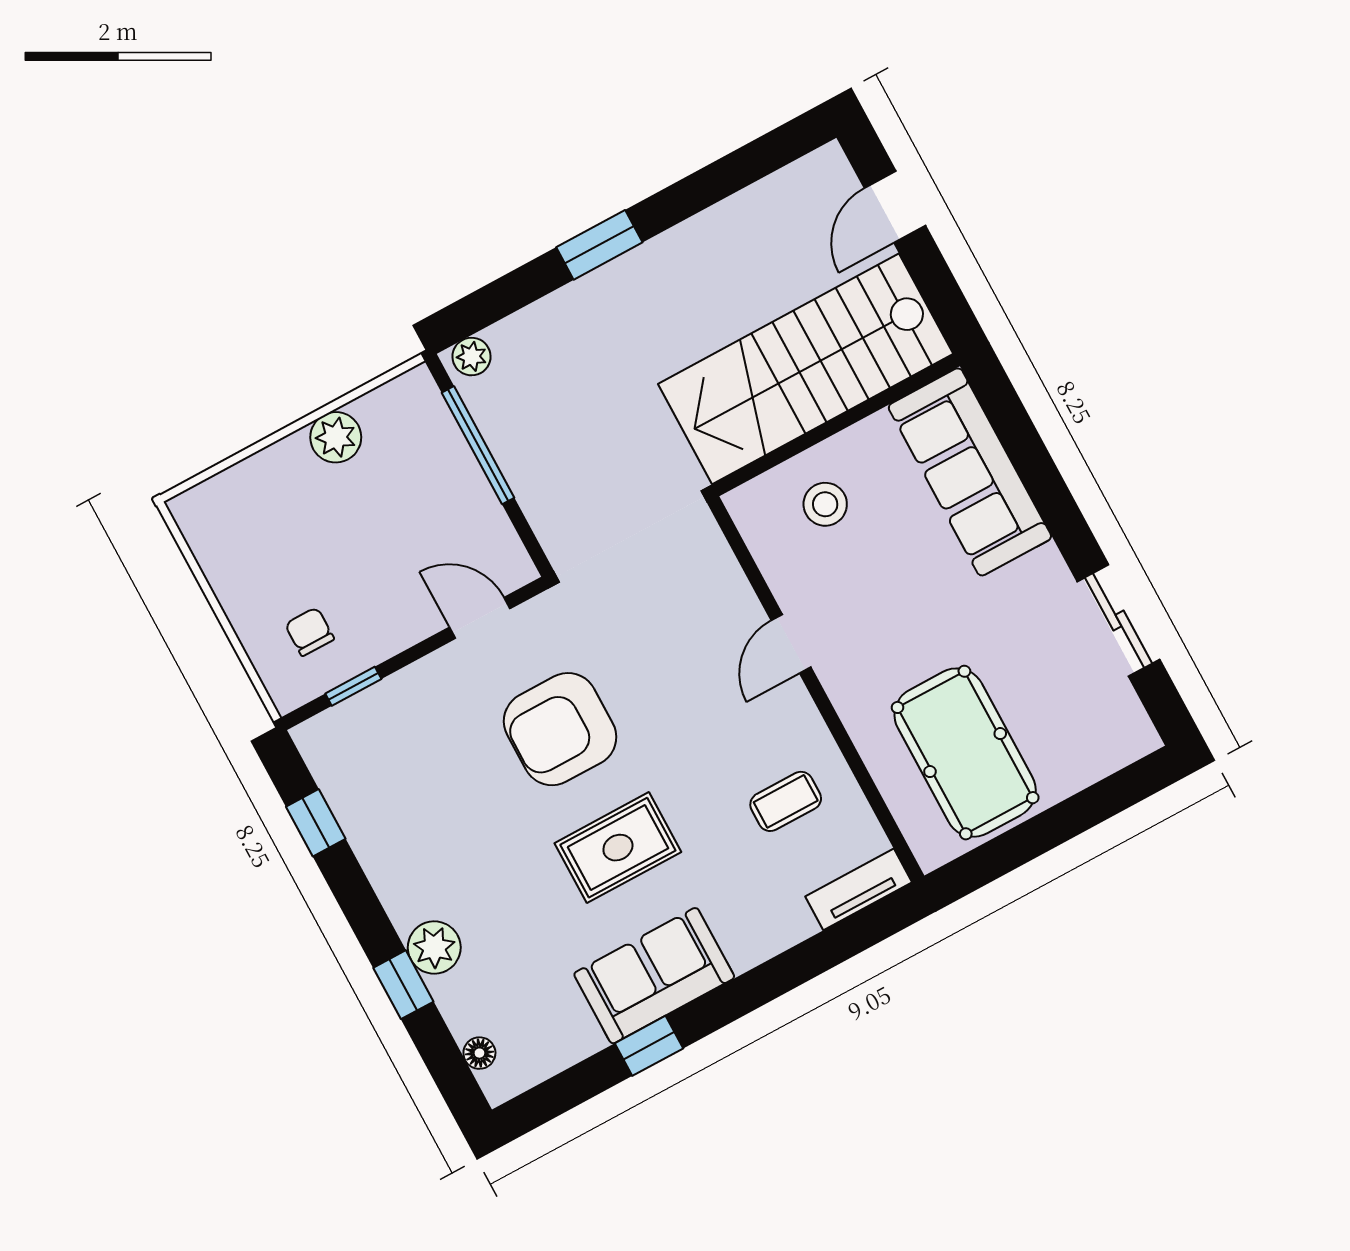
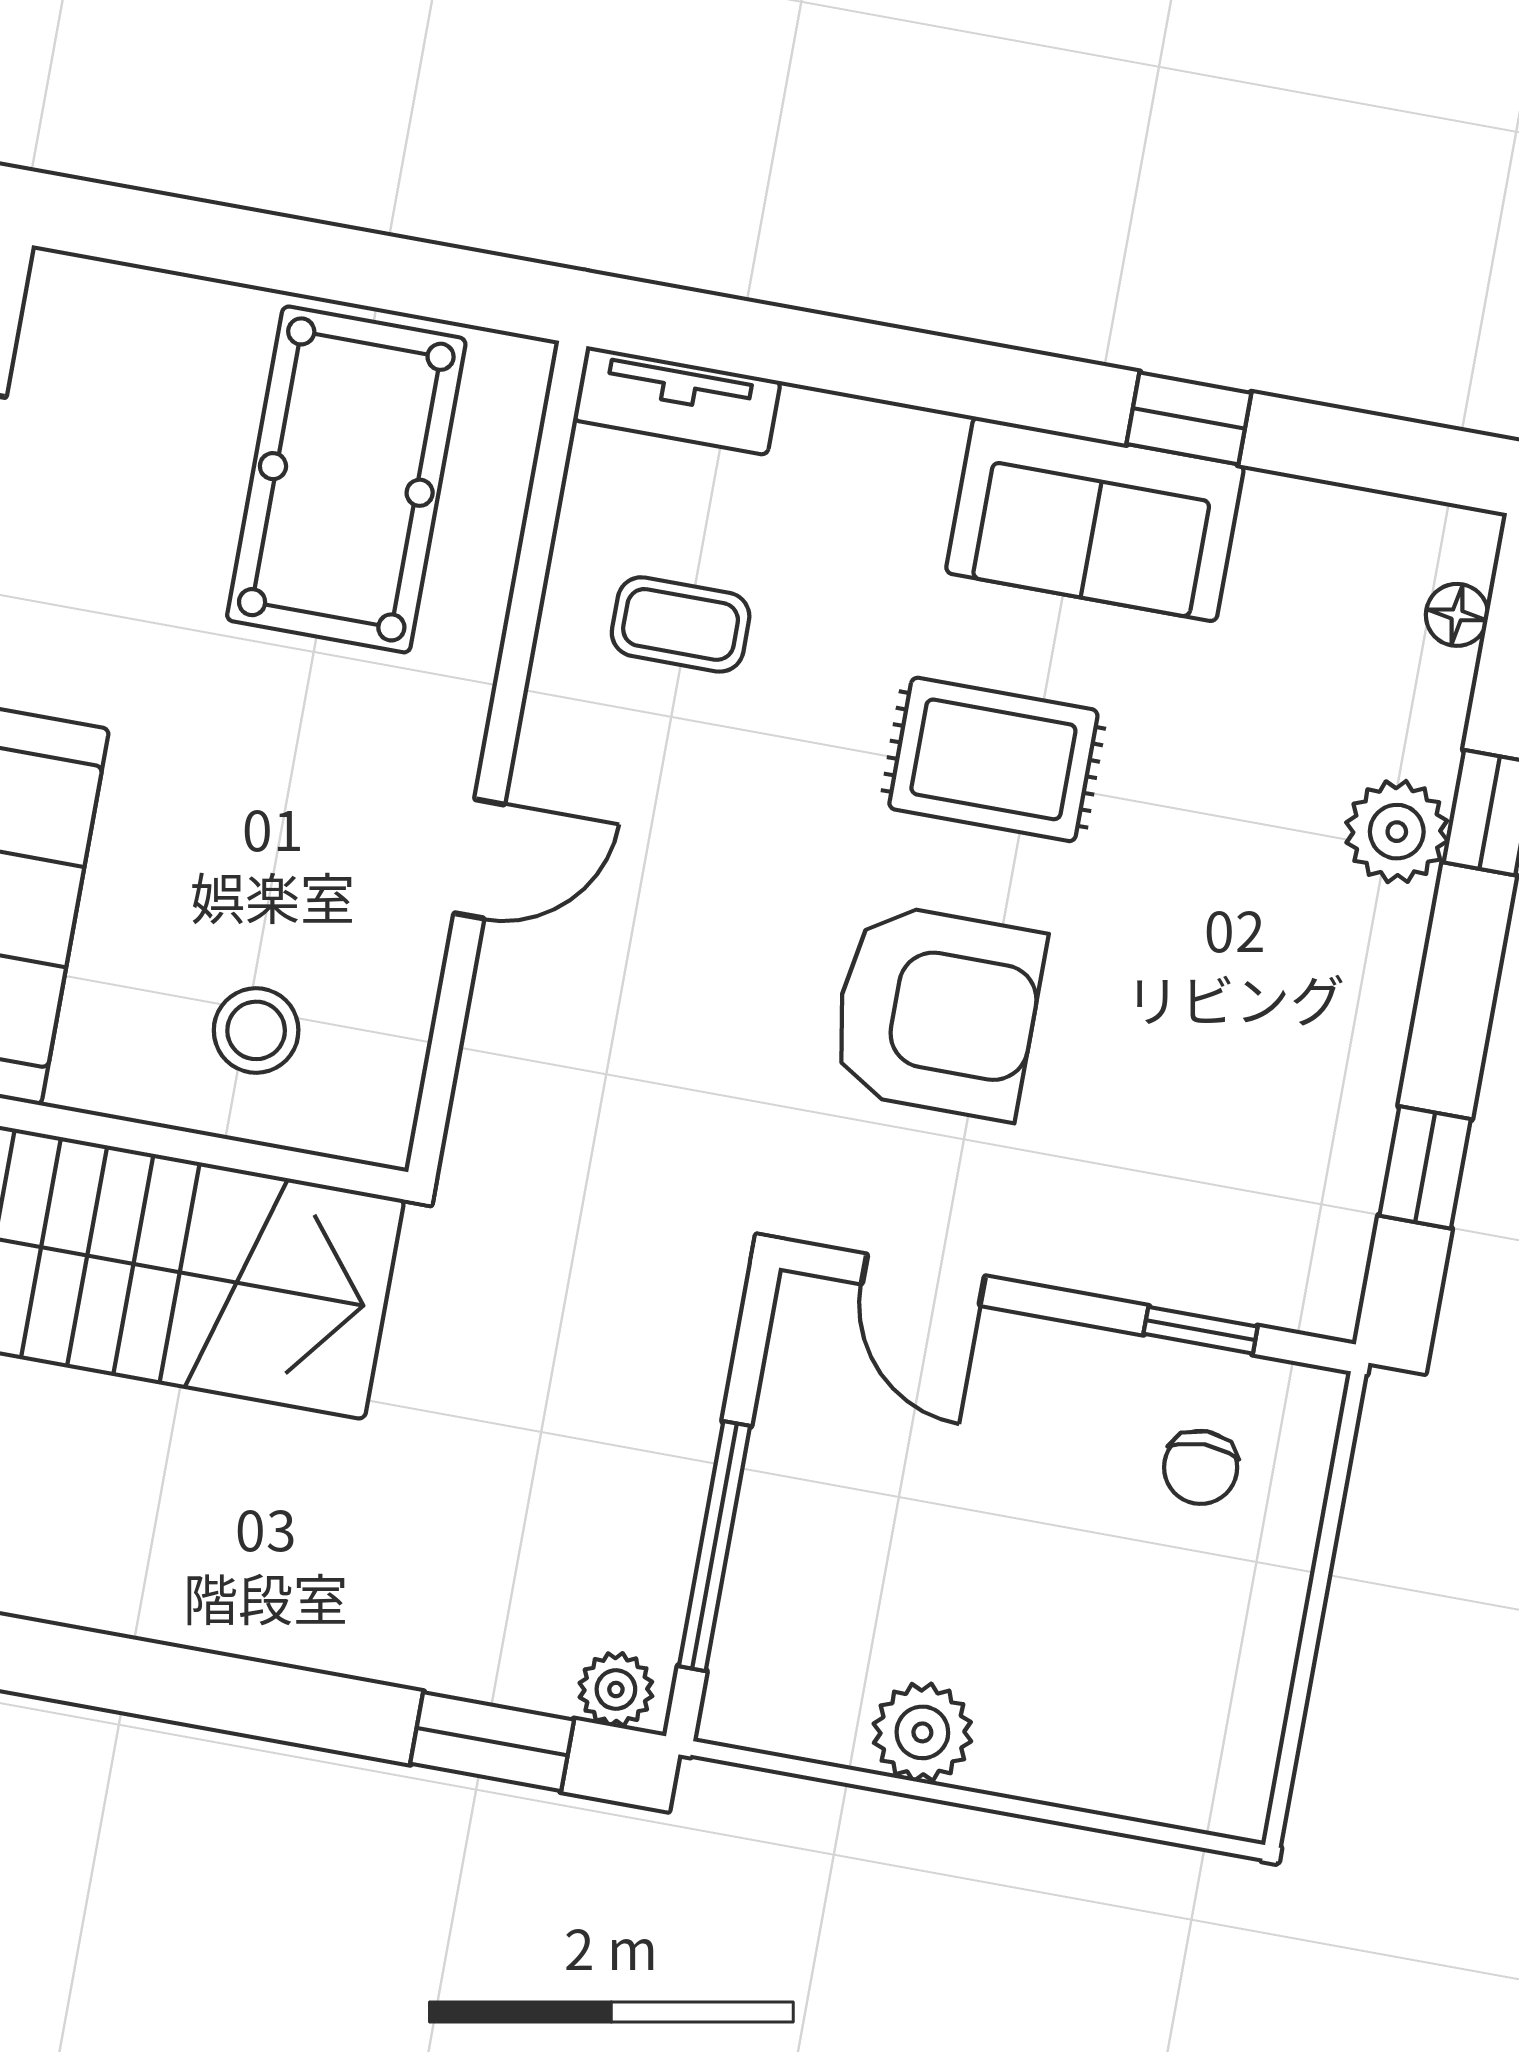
window: (599, 245) -> (492, 1742), moved

